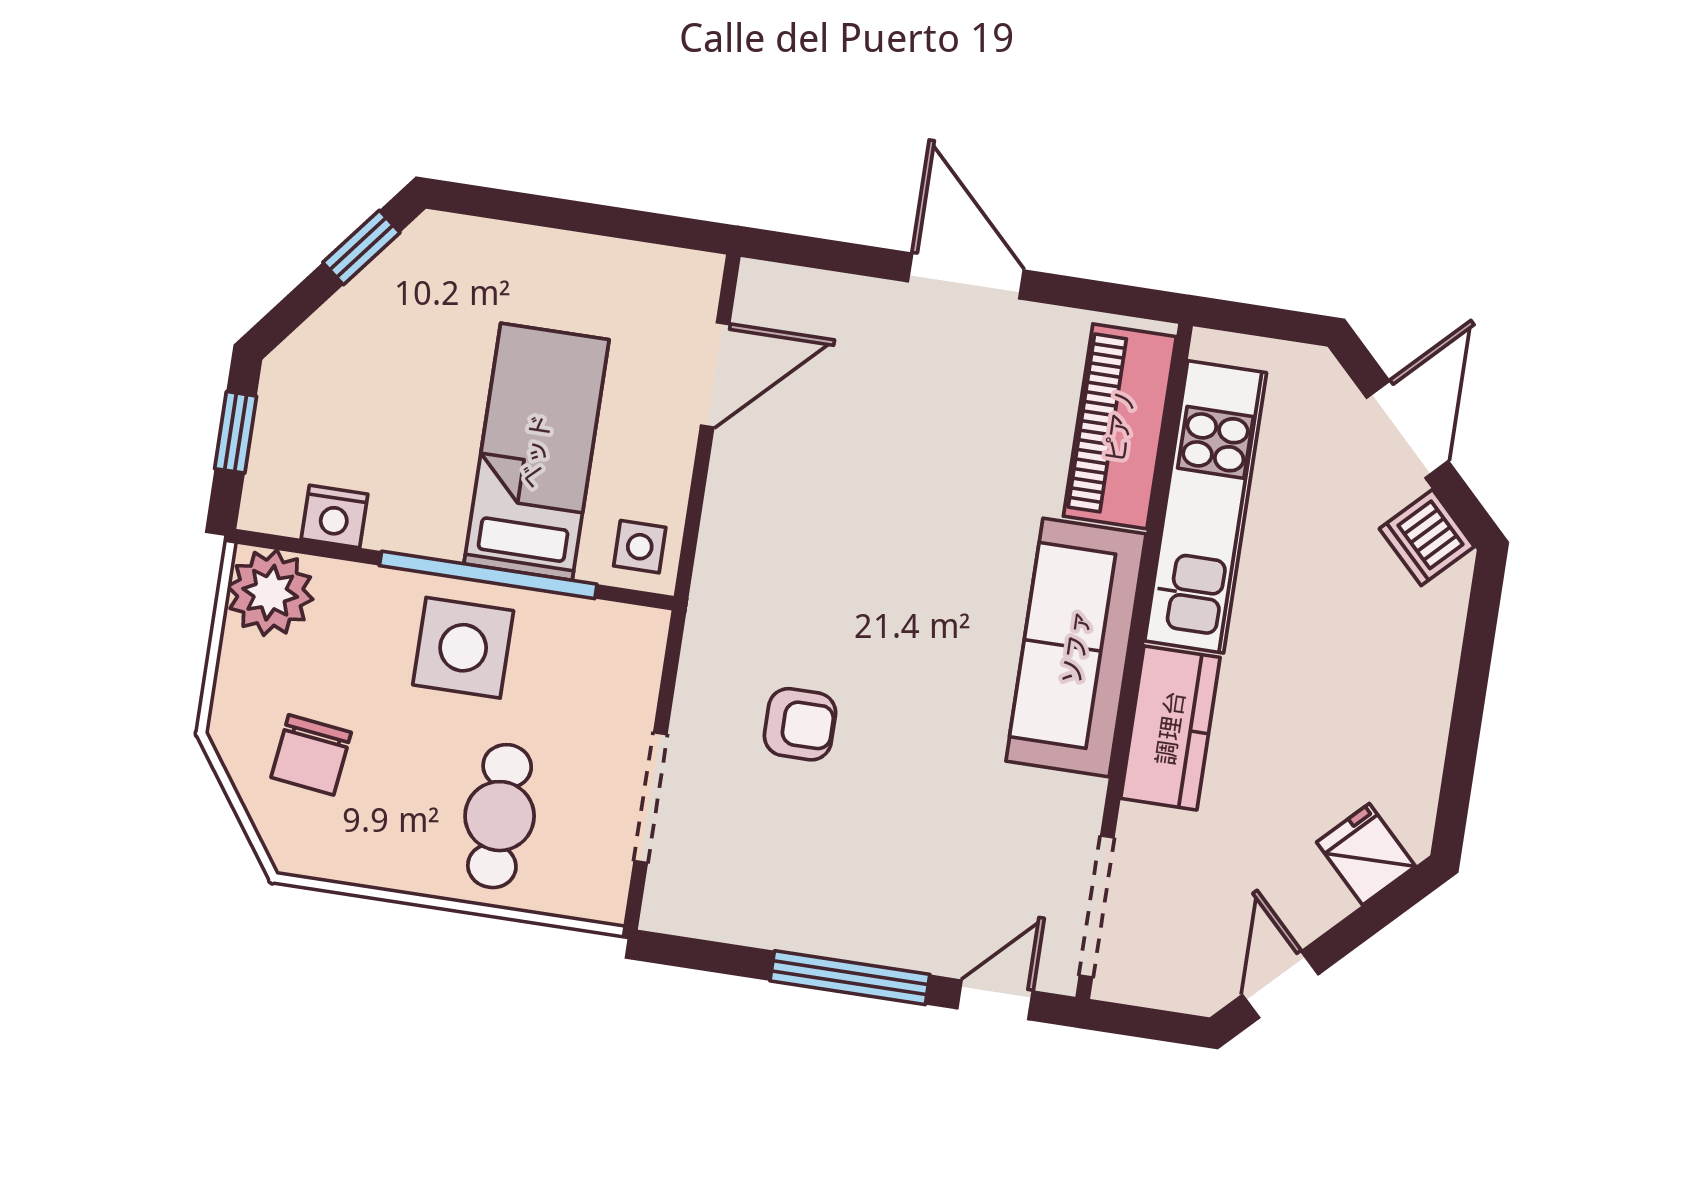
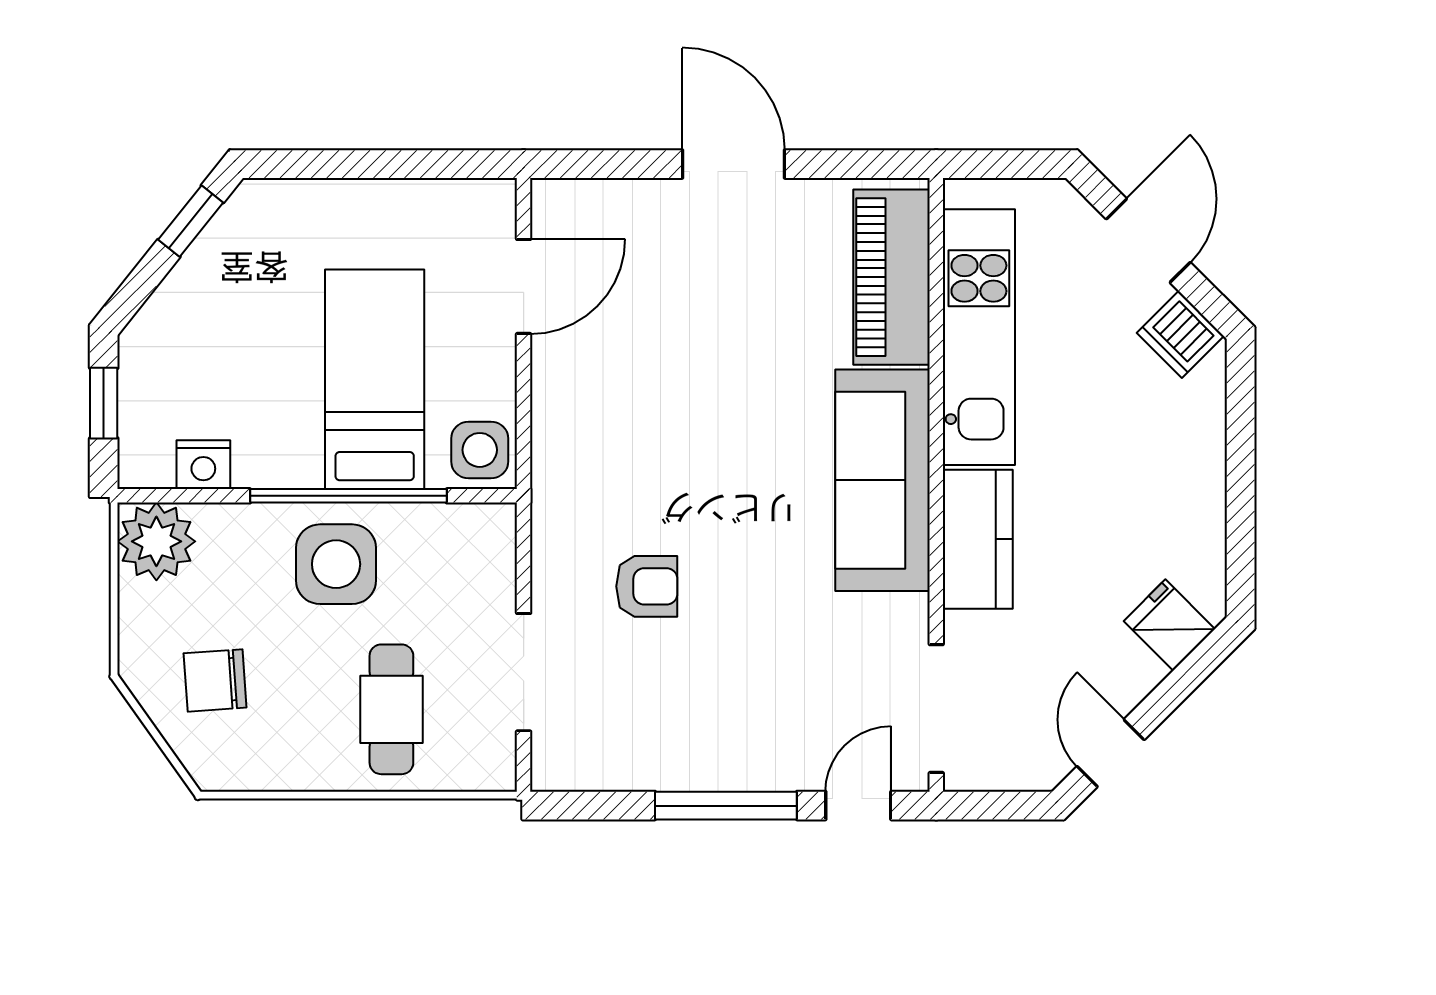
side table: (640, 547) -> (480, 450), width x1.37, depth x1.37
chair: (311, 755) -> (215, 680), turned 79

